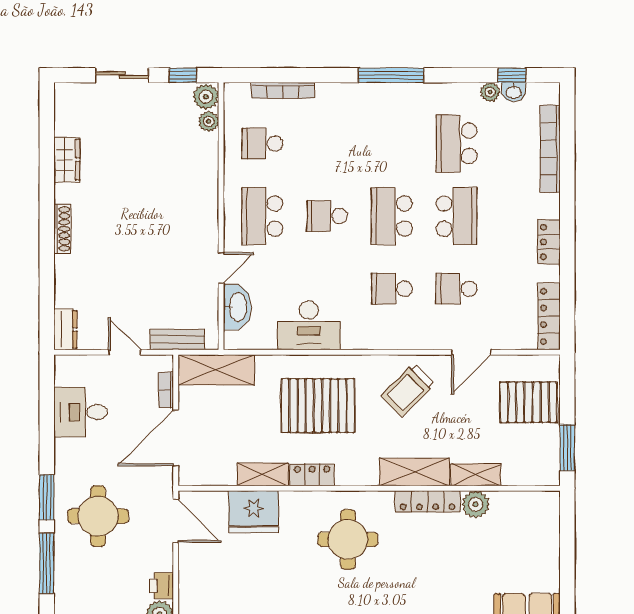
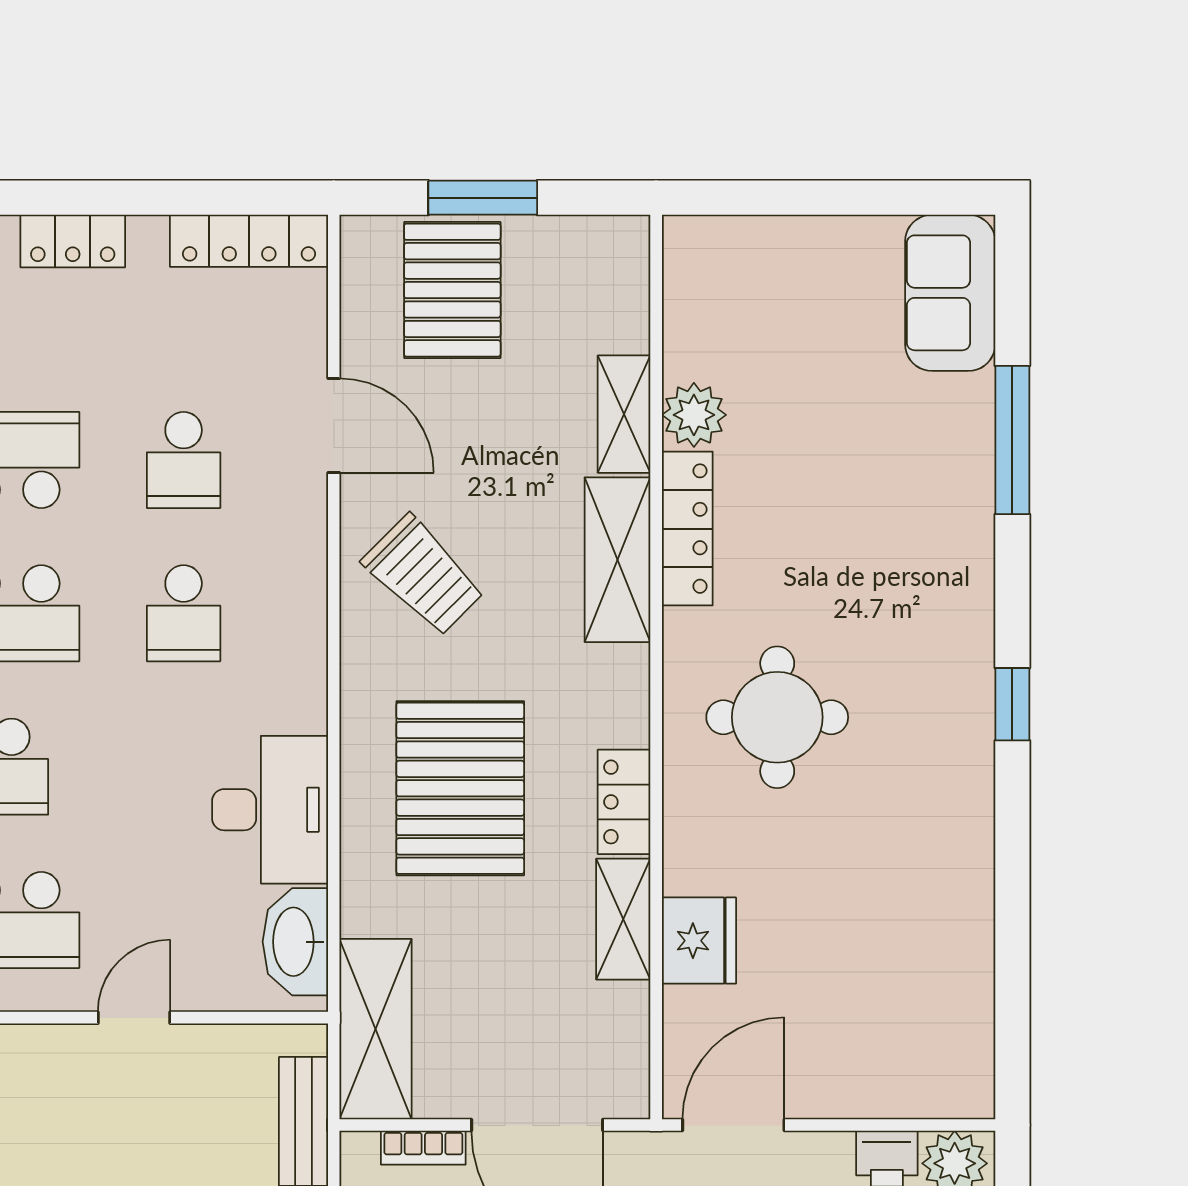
door: (221, 268) -> (134, 1018), hinge flipped
washbasin: (237, 307) -> (295, 942), moved, turned -90
window: (567, 448) -> (483, 198), moved
fridge: (254, 512) -> (699, 941), width x0.73, depth x0.75

